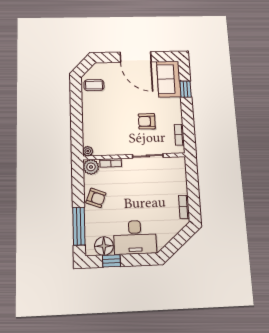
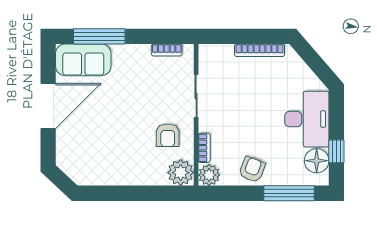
coffee table: (94, 85) -> (90, 168), removed
window: (186, 89) -> (99, 36), width x2.17
armchair: (147, 121) -> (168, 135), moved
plant: (88, 151) -> (181, 173), width x1.88, depth x1.88
bookcase: (184, 207) -> (259, 50), width x1.56

